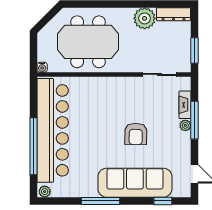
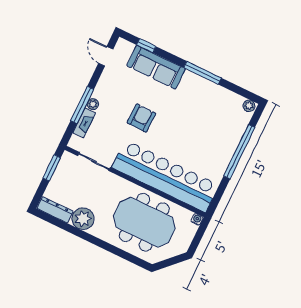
bar counter: (53, 130) -> (165, 176), moved, turned 90
sofa: (135, 183) -> (156, 67), width x0.74, depth x0.79

